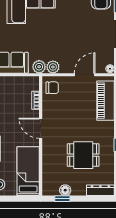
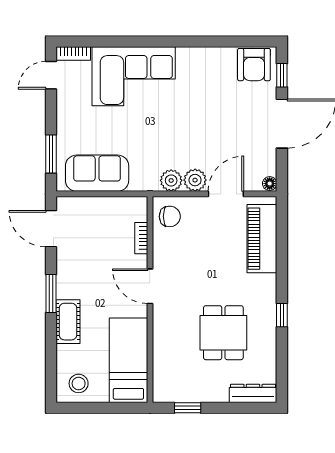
plant: (39, 67) -> (195, 180), moved
dining table: (83, 155) -> (223, 333), turned 90
floor lamp: (65, 190) -> (192, 393), removed

